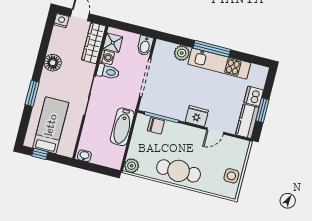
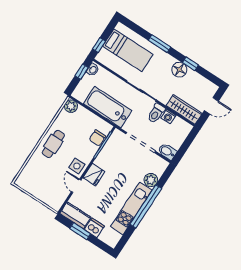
nightstand: (61, 21) -> (212, 89), removed
shower: (113, 43) -> (179, 125), removed
window: (212, 49) -> (146, 206), width x1.46
window: (42, 53) -> (190, 64), added
bathtub: (122, 127) -> (108, 107), width x1.36, depth x1.36
window: (40, 154) -> (99, 45), moved
window: (91, 167) -> (82, 72), added
cafe table: (179, 171) -> (53, 144), width x0.73, depth x0.74
side table: (231, 176) -> (77, 166), moved

